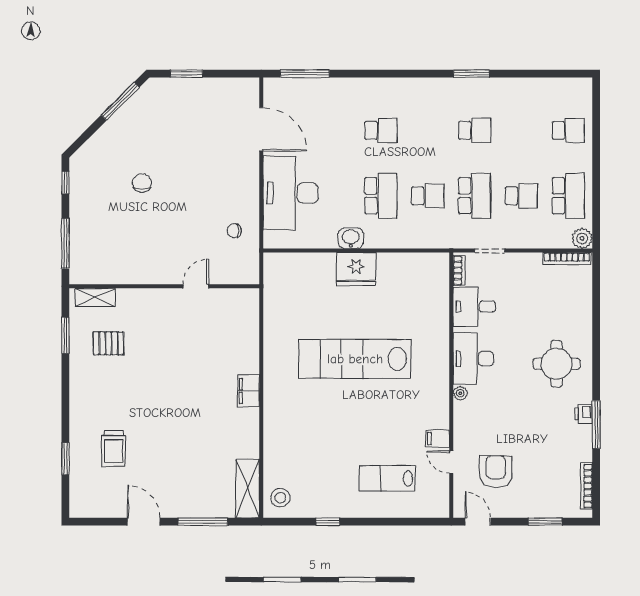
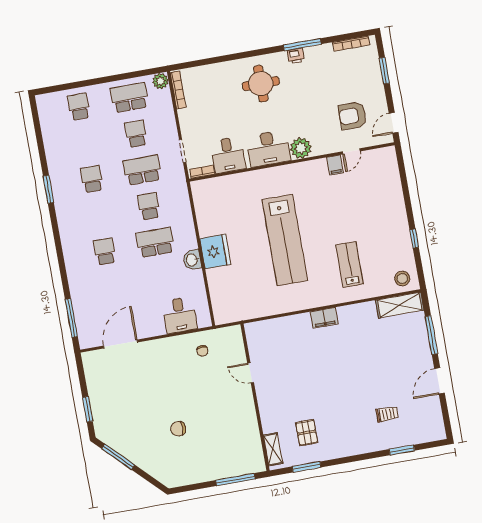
window: (65, 182) -> (188, 488), removed
desk: (291, 193) -> (180, 315), width x0.53, depth x0.77
plant: (460, 393) -> (301, 148), width x1.87, depth x1.87
trolley: (114, 448) -> (387, 414), width x0.73, depth x0.72
lab bench: (387, 478) -> (350, 264), moved, turned 180

